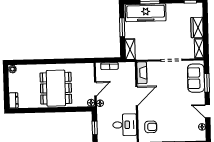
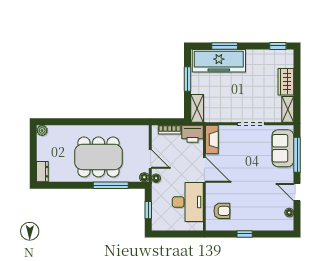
printer: (127, 69) -> (193, 134), added
window: (207, 83) -> (297, 155), width x1.44
dining table: (56, 88) -> (98, 157), turned 90
door: (95, 89) -> (150, 159), hinge flipped
door: (137, 96) -> (204, 170), hinge flipped
window: (66, 109) -> (111, 185), added
desk: (125, 125) -> (188, 202), width x1.37

